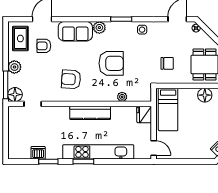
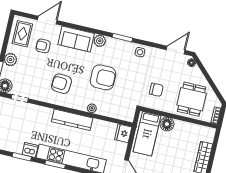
floor lamp: (205, 95) -> (167, 124), moved
plant: (122, 97) -> (92, 108), moved
dishwasher: (38, 153) -> (30, 150), moved

